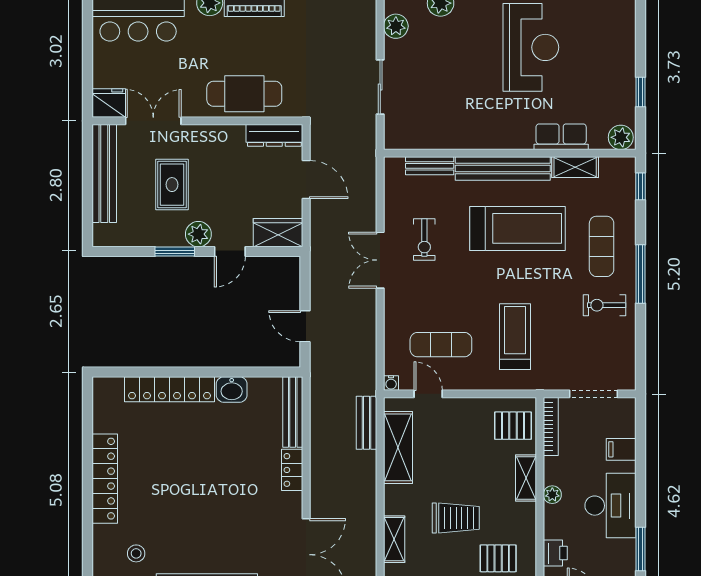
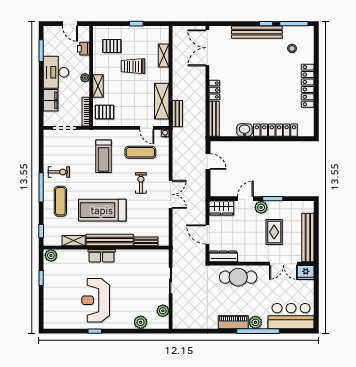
row of seats: (561, 137) -> (102, 256), moved
exercise bike: (424, 239) -> (141, 183), moved
filing cabinet: (621, 449) -> (51, 100), width x2.00

